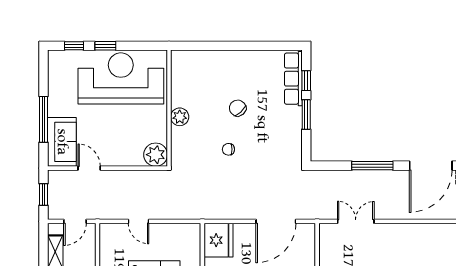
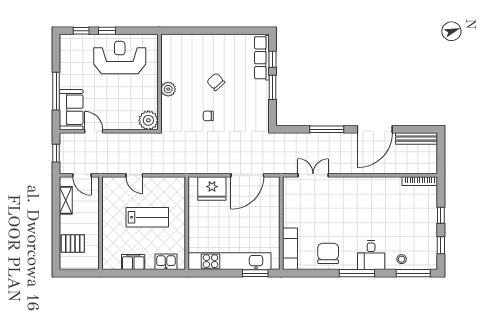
reception desk: (121, 78) -> (120, 58), width x0.74, depth x0.77
door: (75, 221) -> (82, 175), hinge flipped
fridge: (218, 240) -> (212, 188), moved, turned 90

